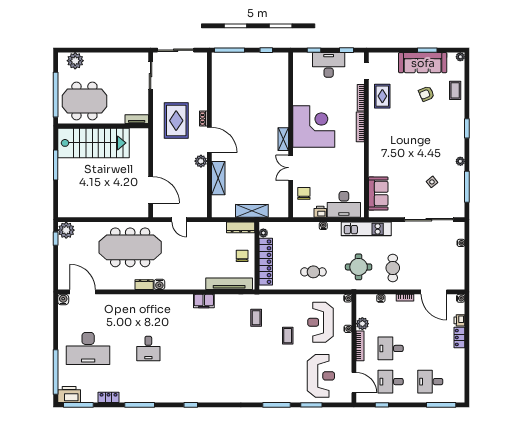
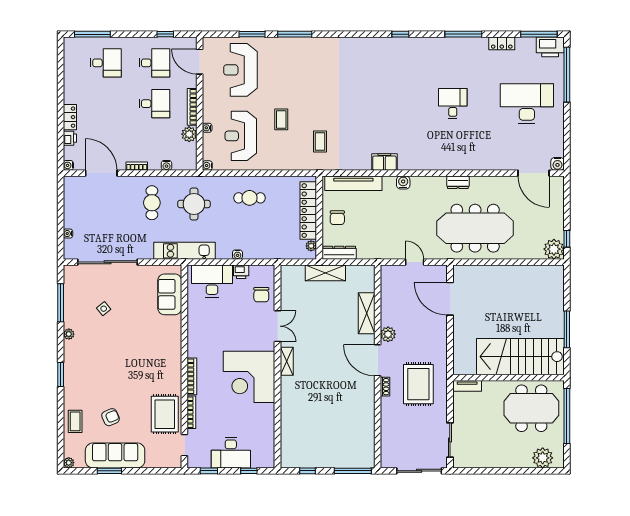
rug: (382, 96) -> (165, 414), width x1.36, depth x1.43
water cooler: (159, 284) -> (403, 183), moved
reception desk: (321, 322) -> (241, 136), turned 180

